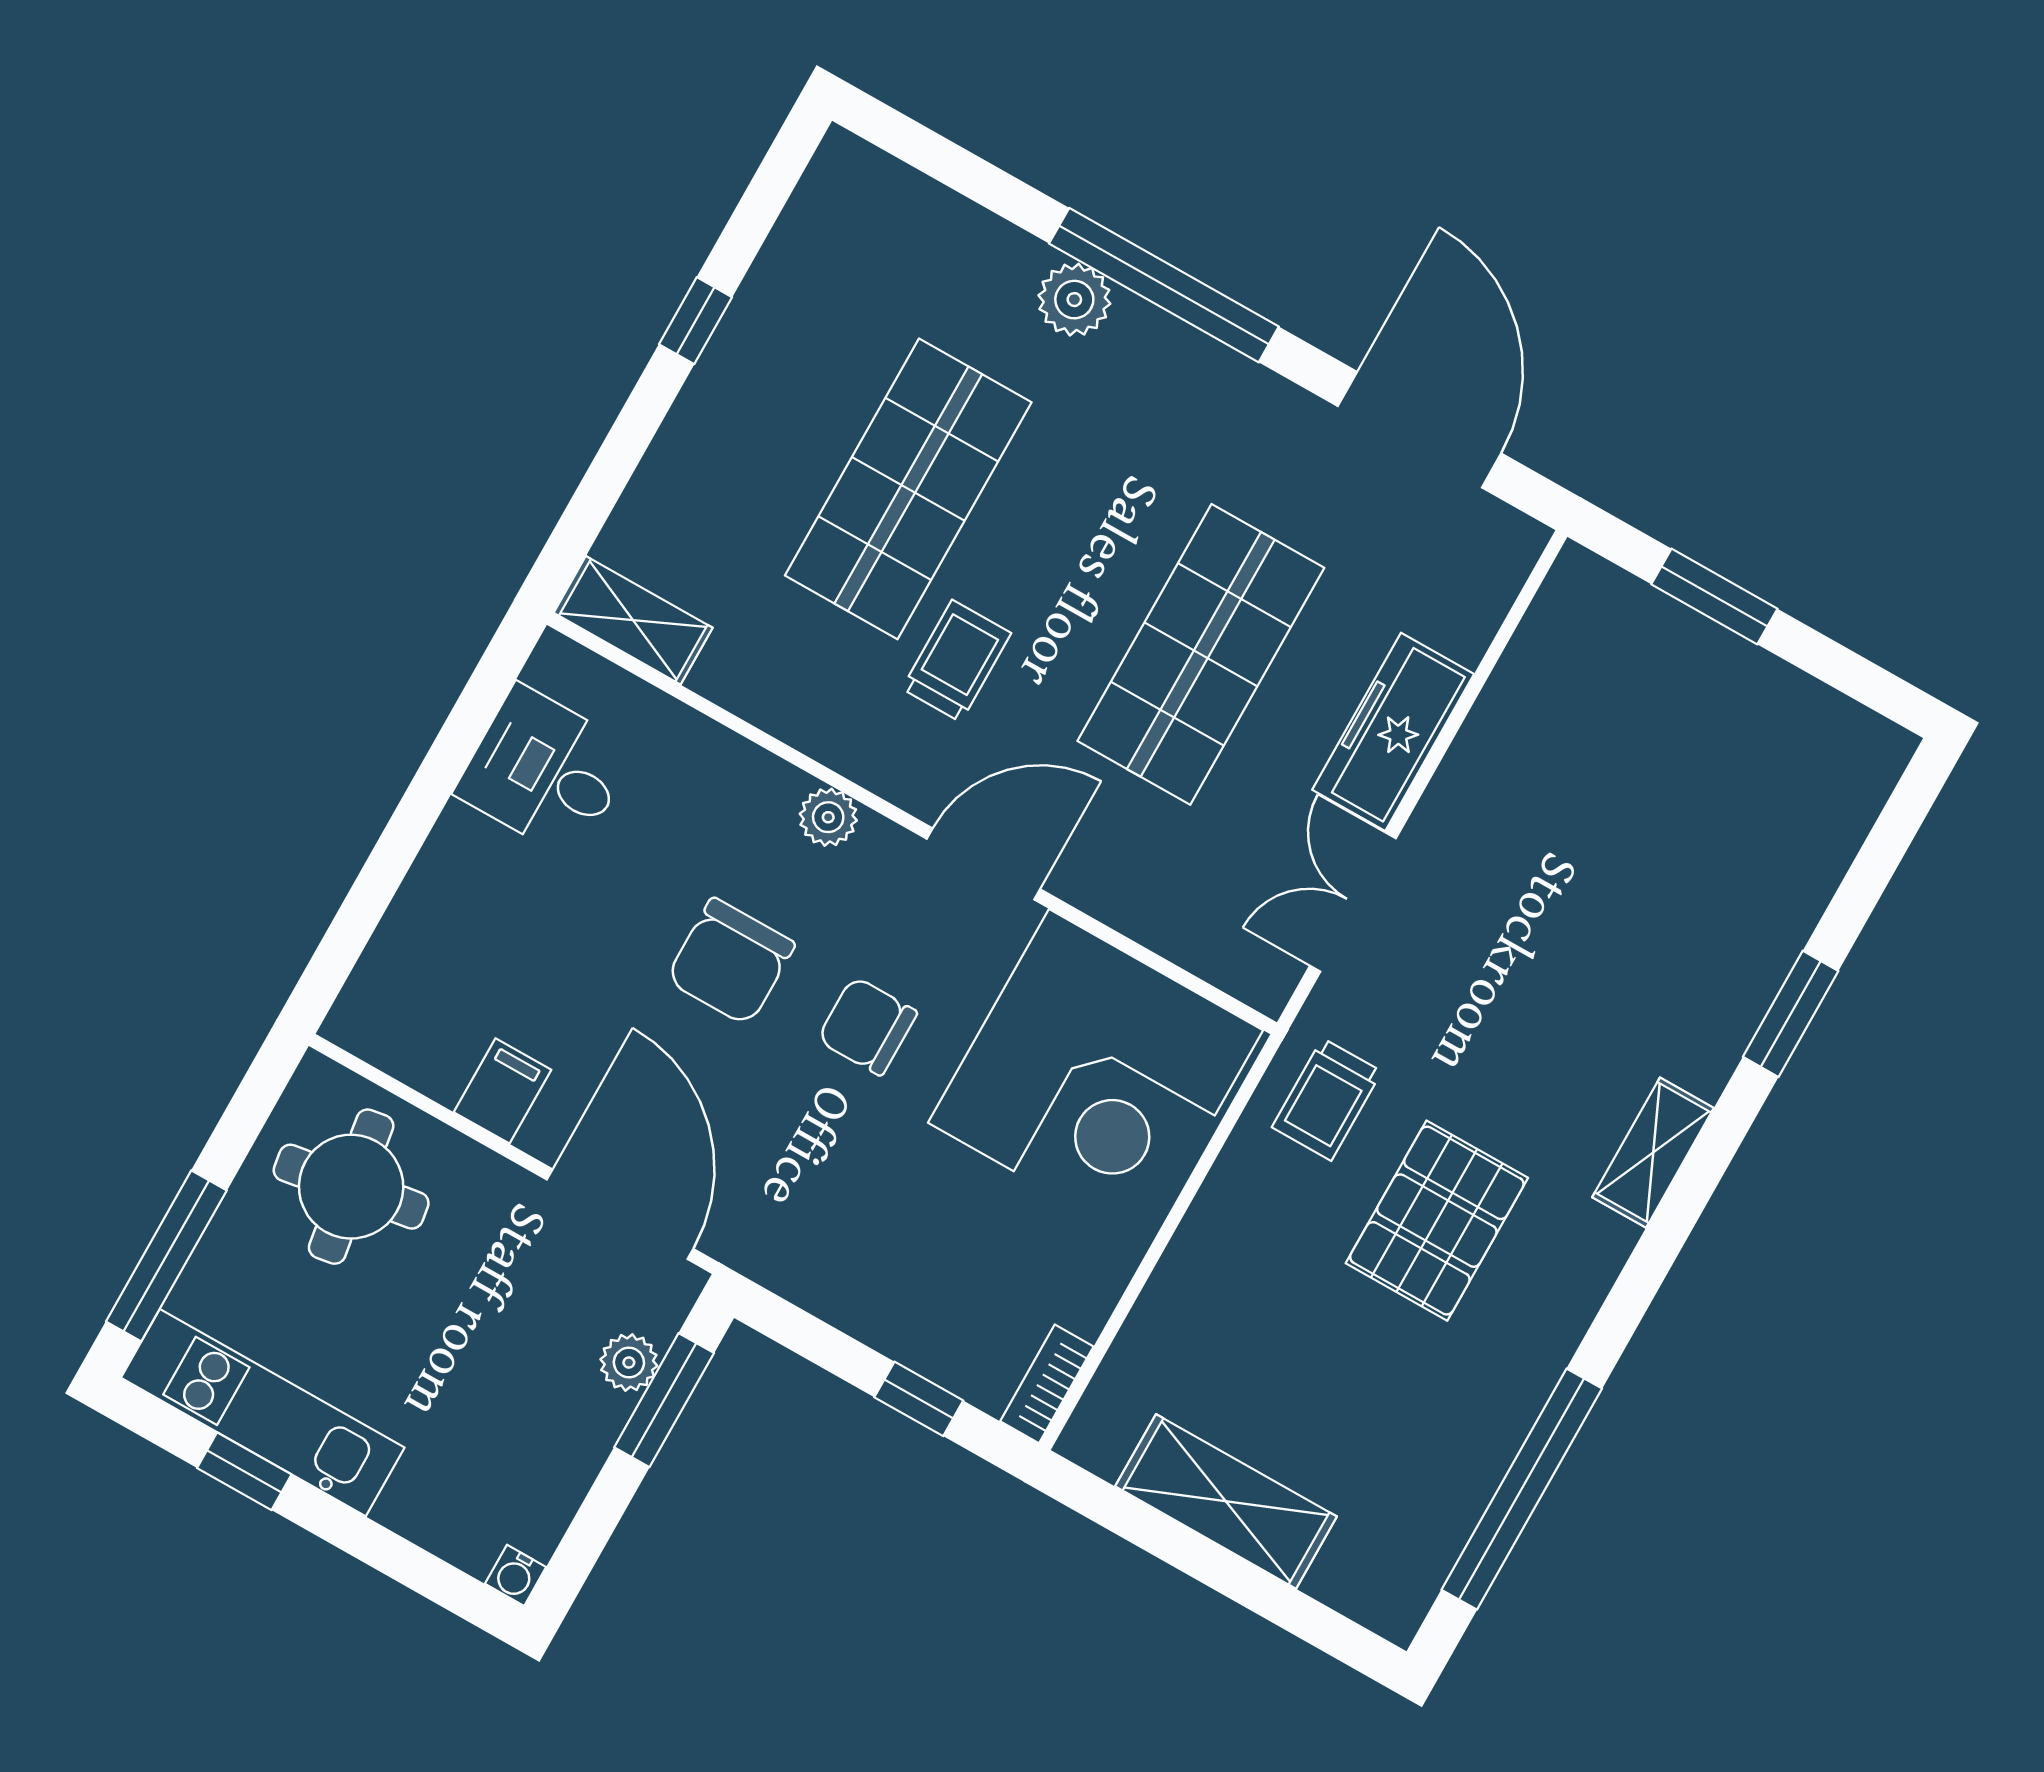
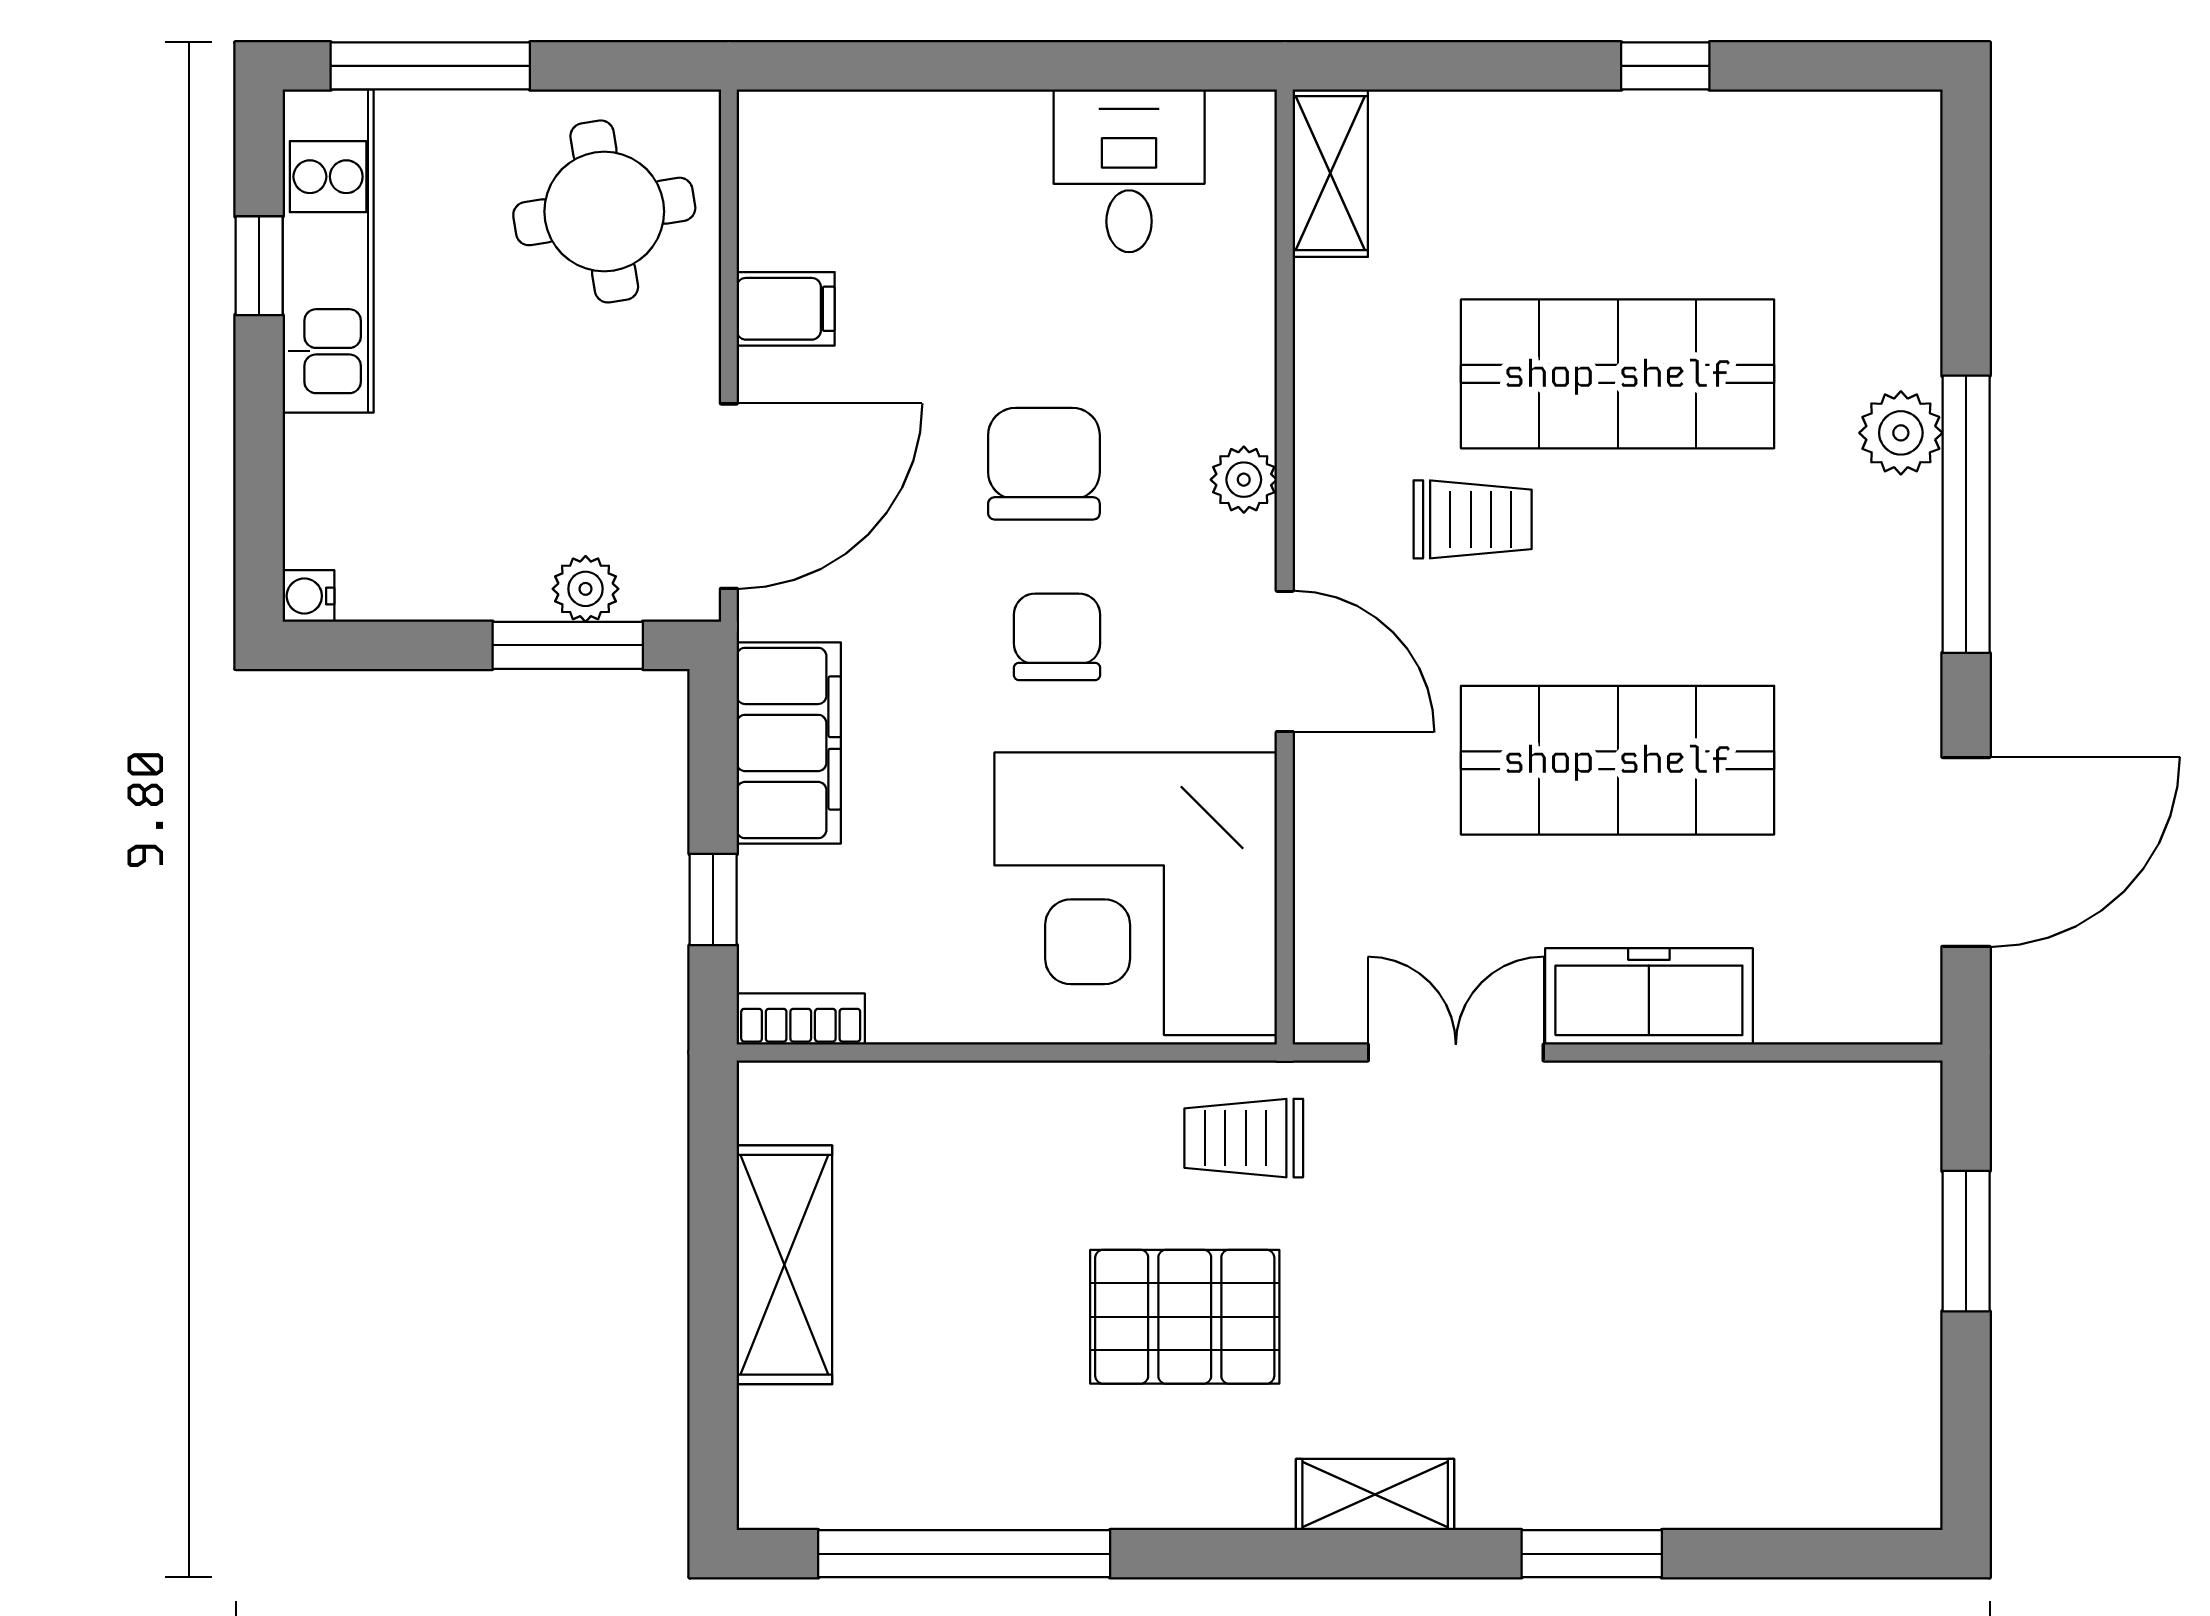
chair: (730, 962) -> (1044, 464), turned 90
filing cabinet: (833, 1275) -> (789, 743), added

